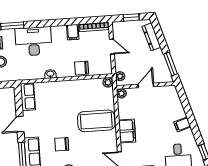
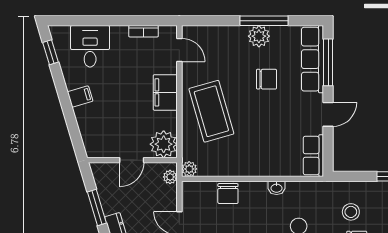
window: (170, 64) -> (97, 207), moved
chair: (82, 68) -> (228, 194), turned 90
plant: (121, 93) -> (164, 144), width x1.88, depth x1.88
coffee table: (96, 121) -> (211, 111), turned 74

